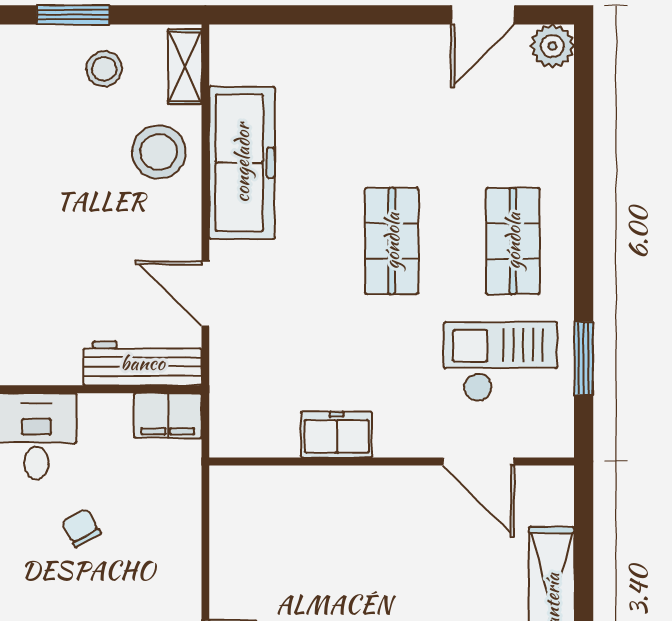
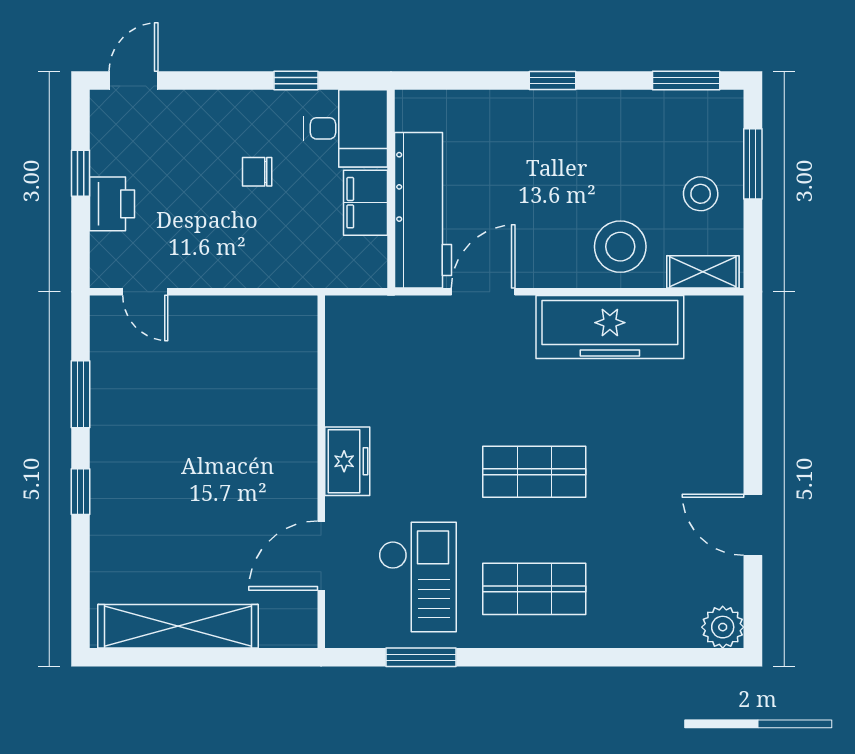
door: (483, 15) -> (753, 525), moved
workbench: (143, 363) -> (423, 210), width x1.36, depth x1.32
filing cabinet: (168, 416) -> (366, 203), moved
freezer: (337, 435) -> (347, 461), moved
chair: (81, 528) -> (257, 172), turned -151

